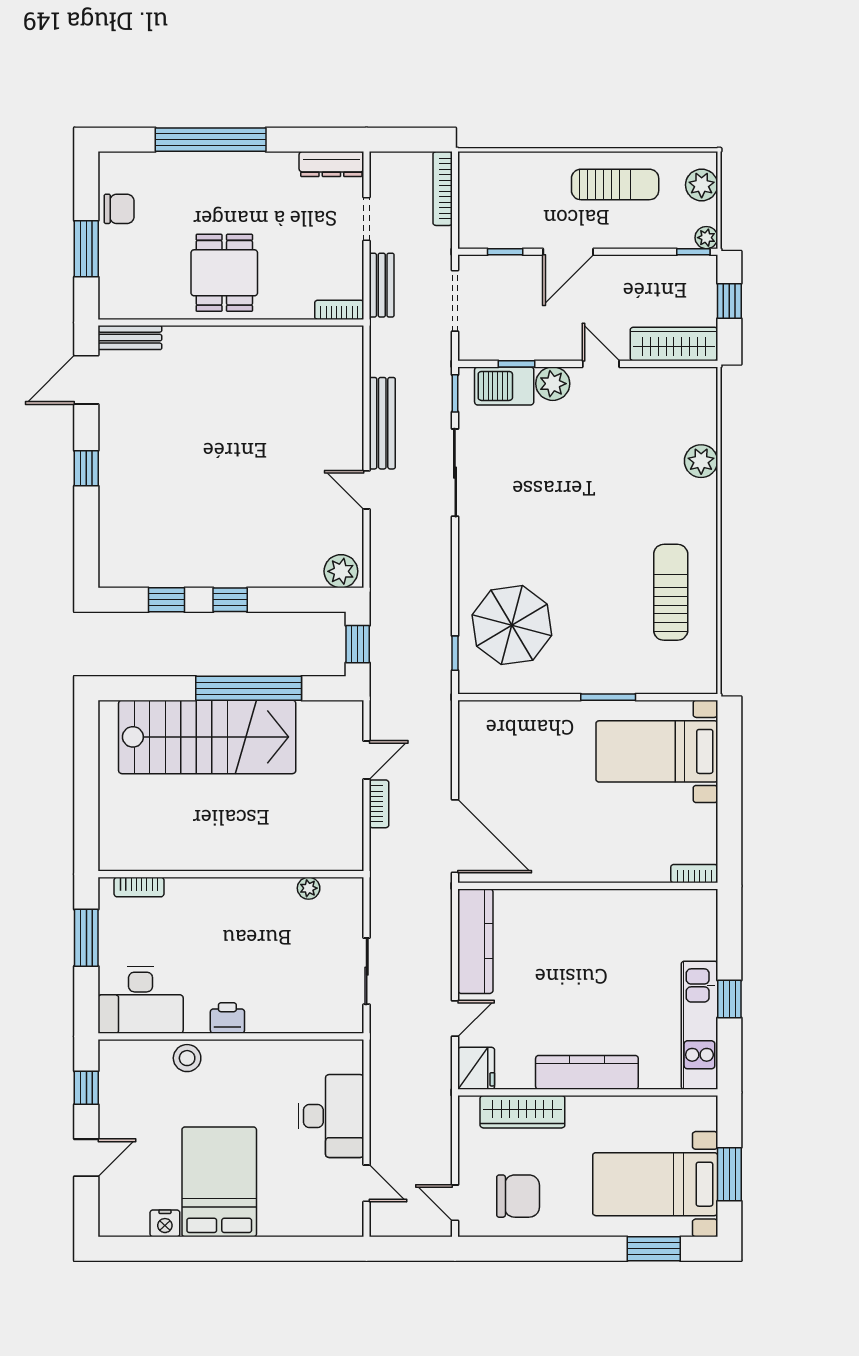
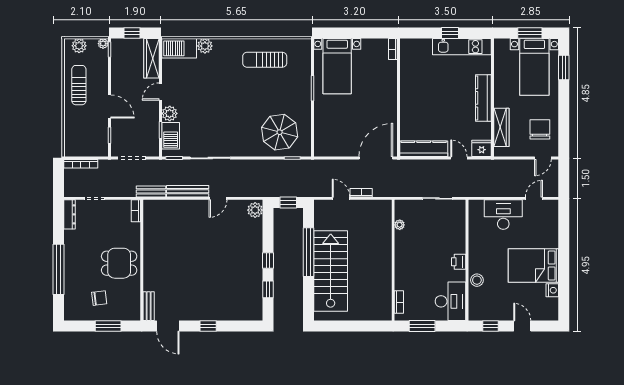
chair: (119, 209) -> (99, 298), moved, turned 83
bench: (382, 285) -> (151, 191), moved
barbecue: (696, 404) -> (179, 48), added

